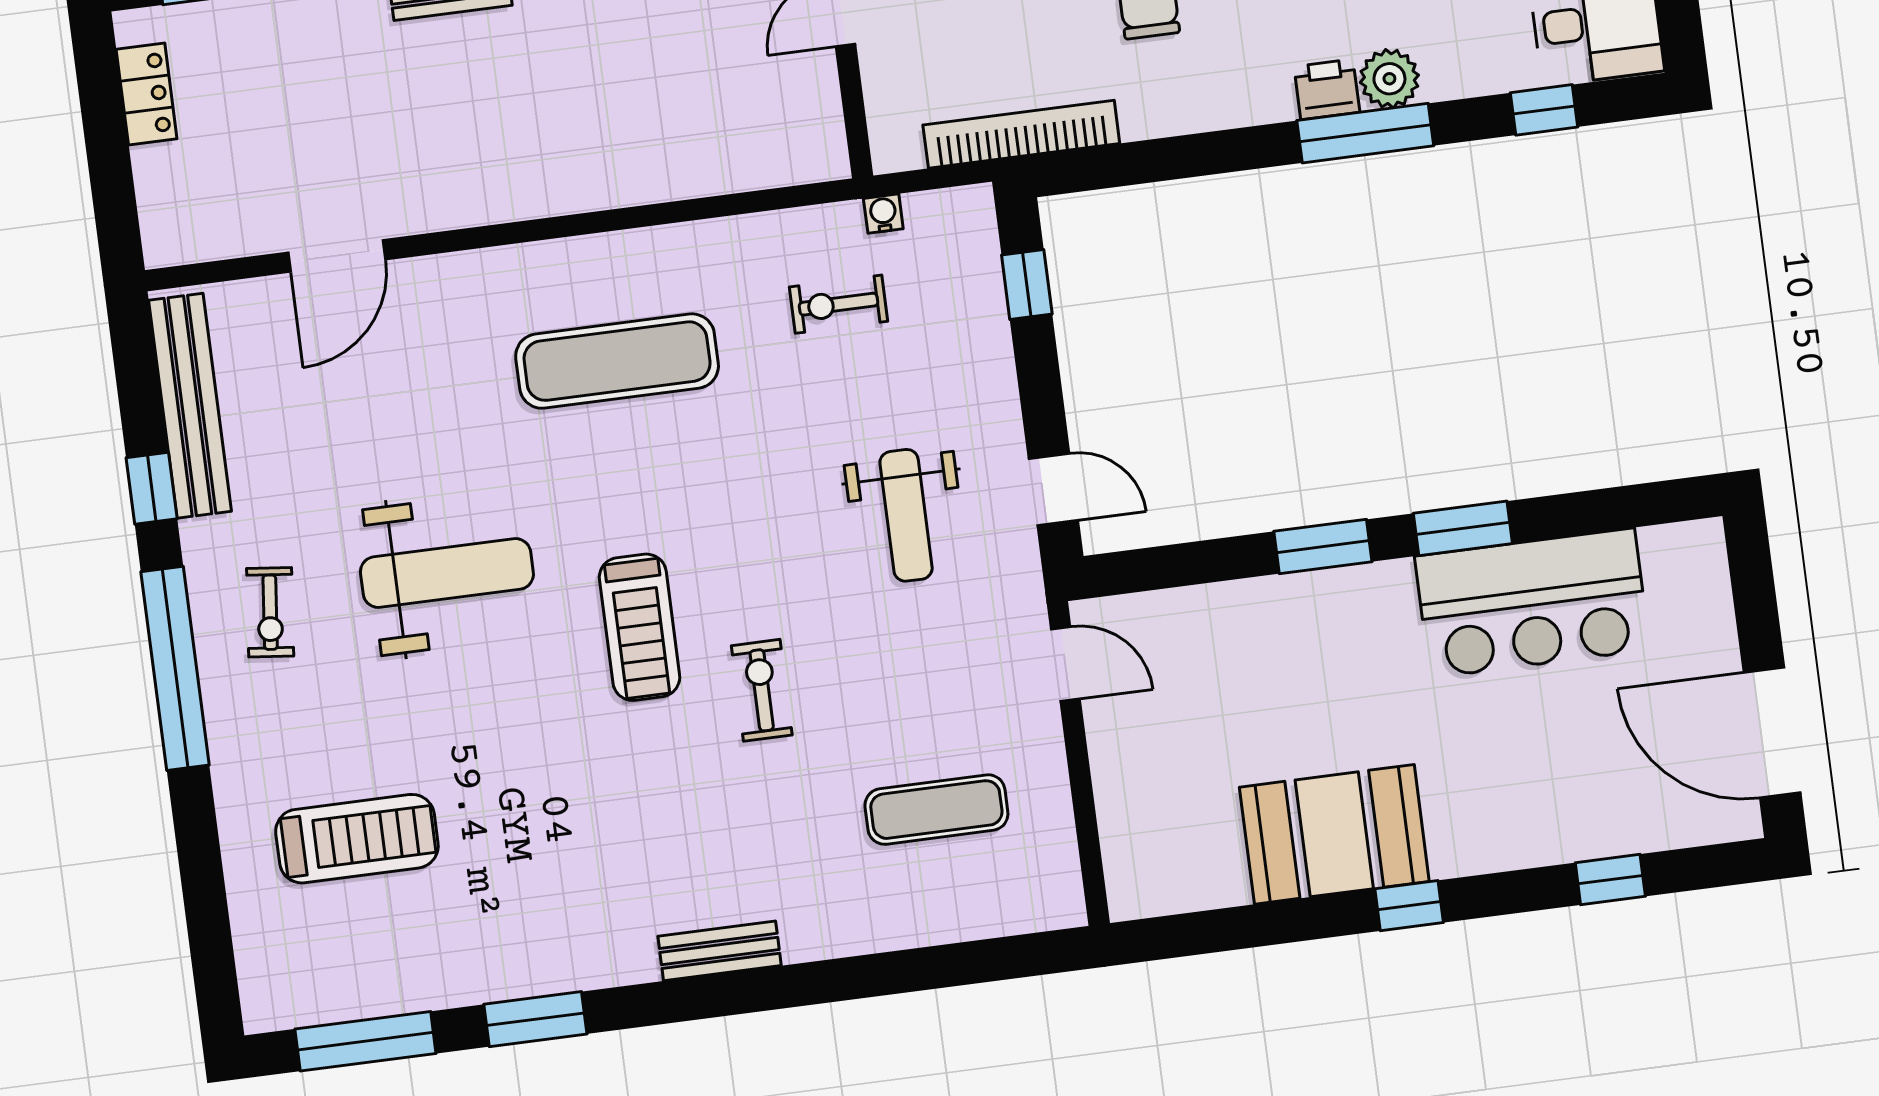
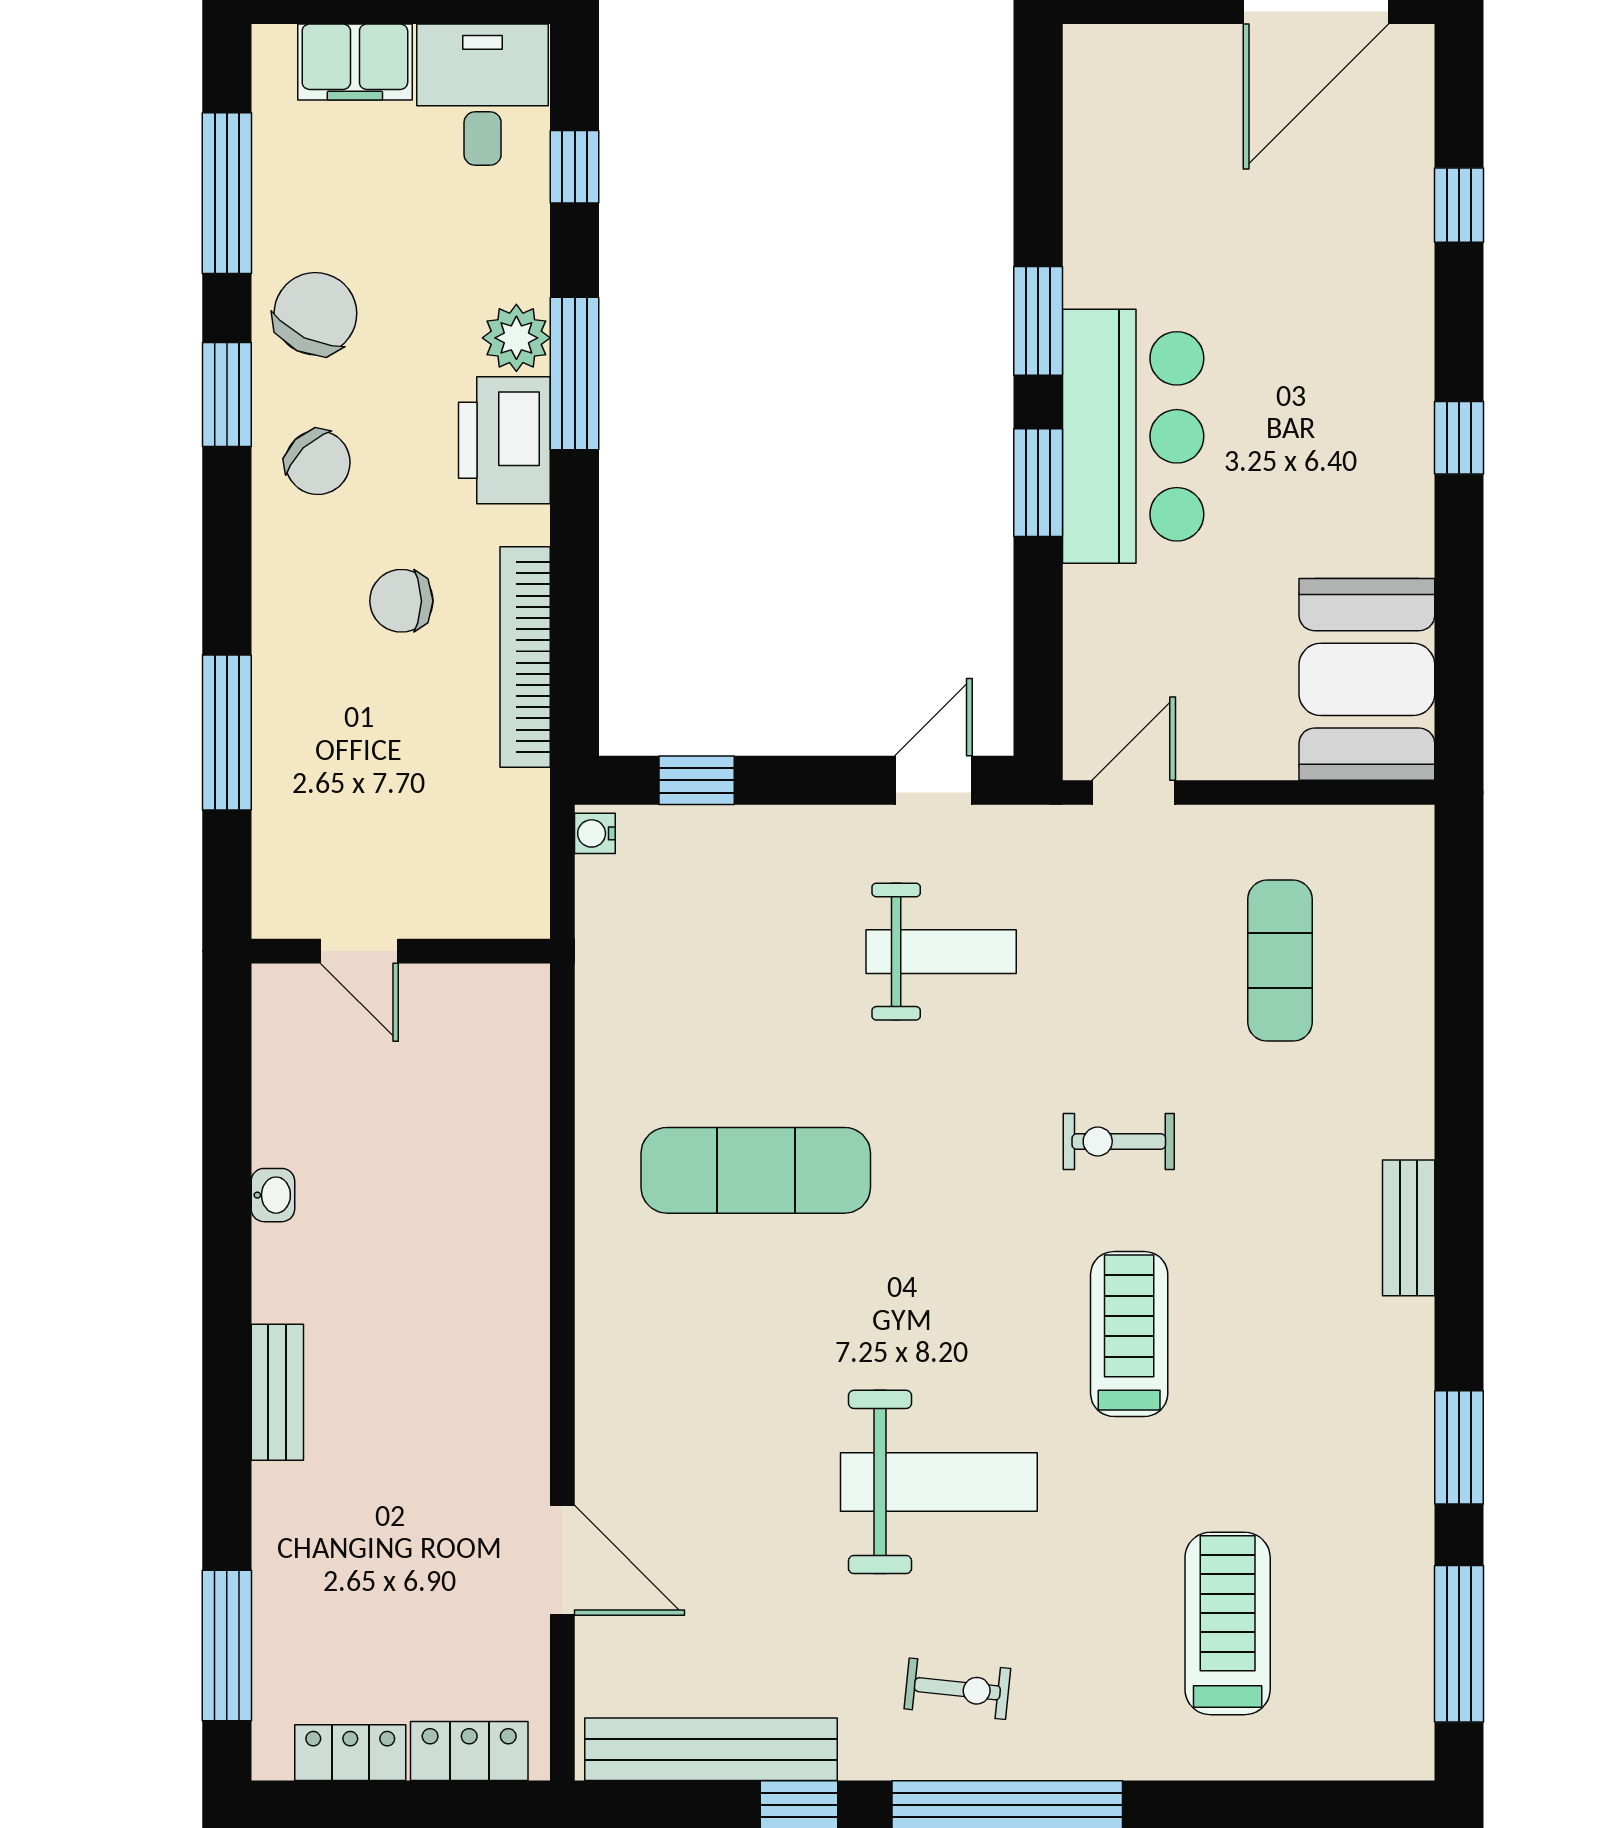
printer: (1327, 89) -> (504, 440), width x1.87, depth x1.48
bookcase: (1021, 134) -> (525, 657), moved
locker: (161, 197) -> (469, 1751), added
water cooler: (883, 214) -> (595, 833), moved
exercise bike: (838, 304) -> (691, 997), removed
exercise mat: (617, 361) -> (756, 1170), moved, turned 90
weight bench: (447, 573) -> (939, 1482), turned 90
bar counter: (1532, 603) -> (1133, 436), moved
treadmill: (640, 627) -> (1129, 1334), moved, turned -90
booth: (1334, 834) -> (1367, 679), moved

